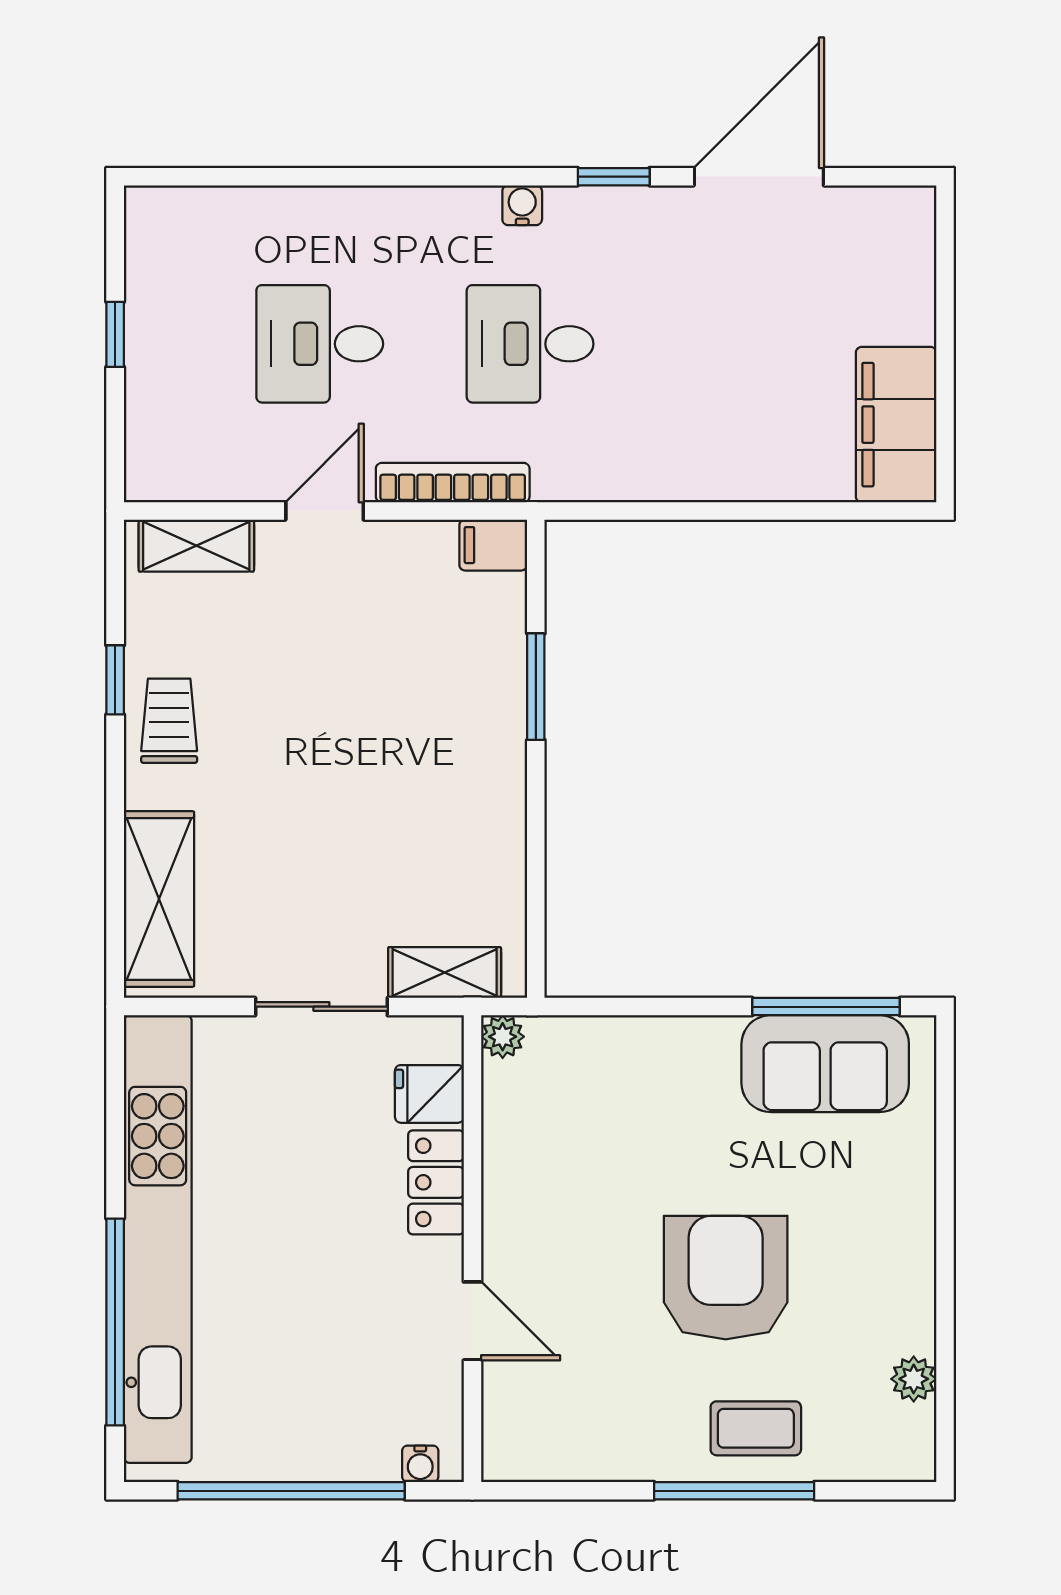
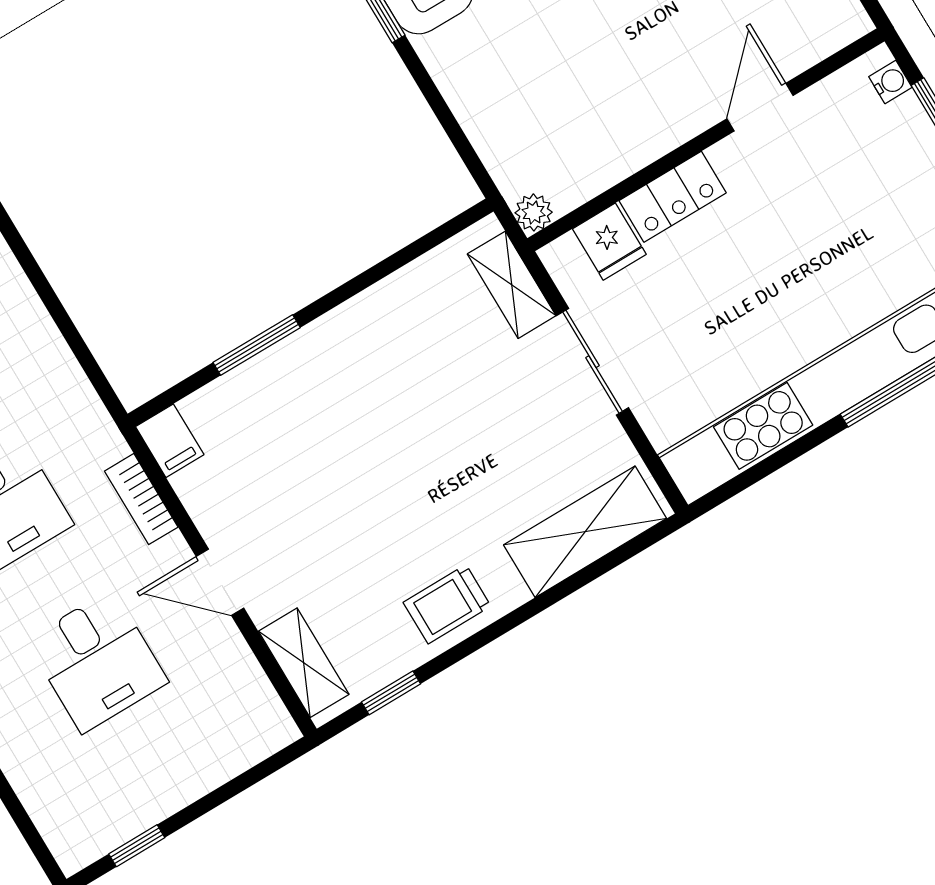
window: (115, 334) -> (137, 846), moved
bookcase: (453, 483) -> (141, 499), width x0.64
window: (115, 680) -> (391, 693), moved

